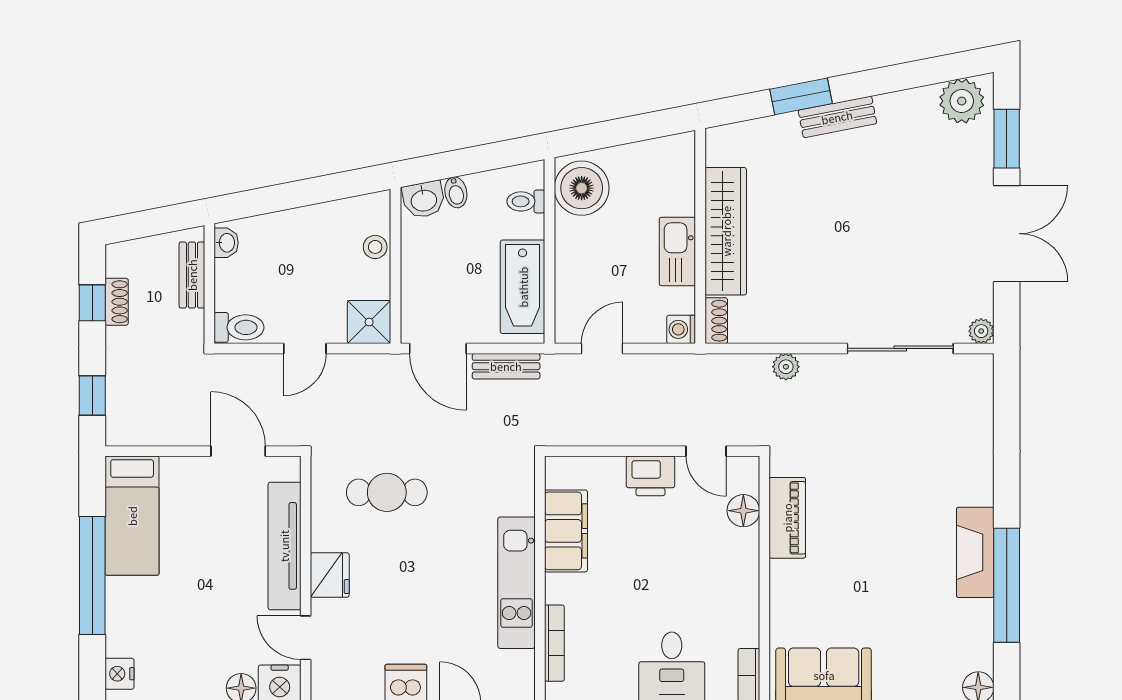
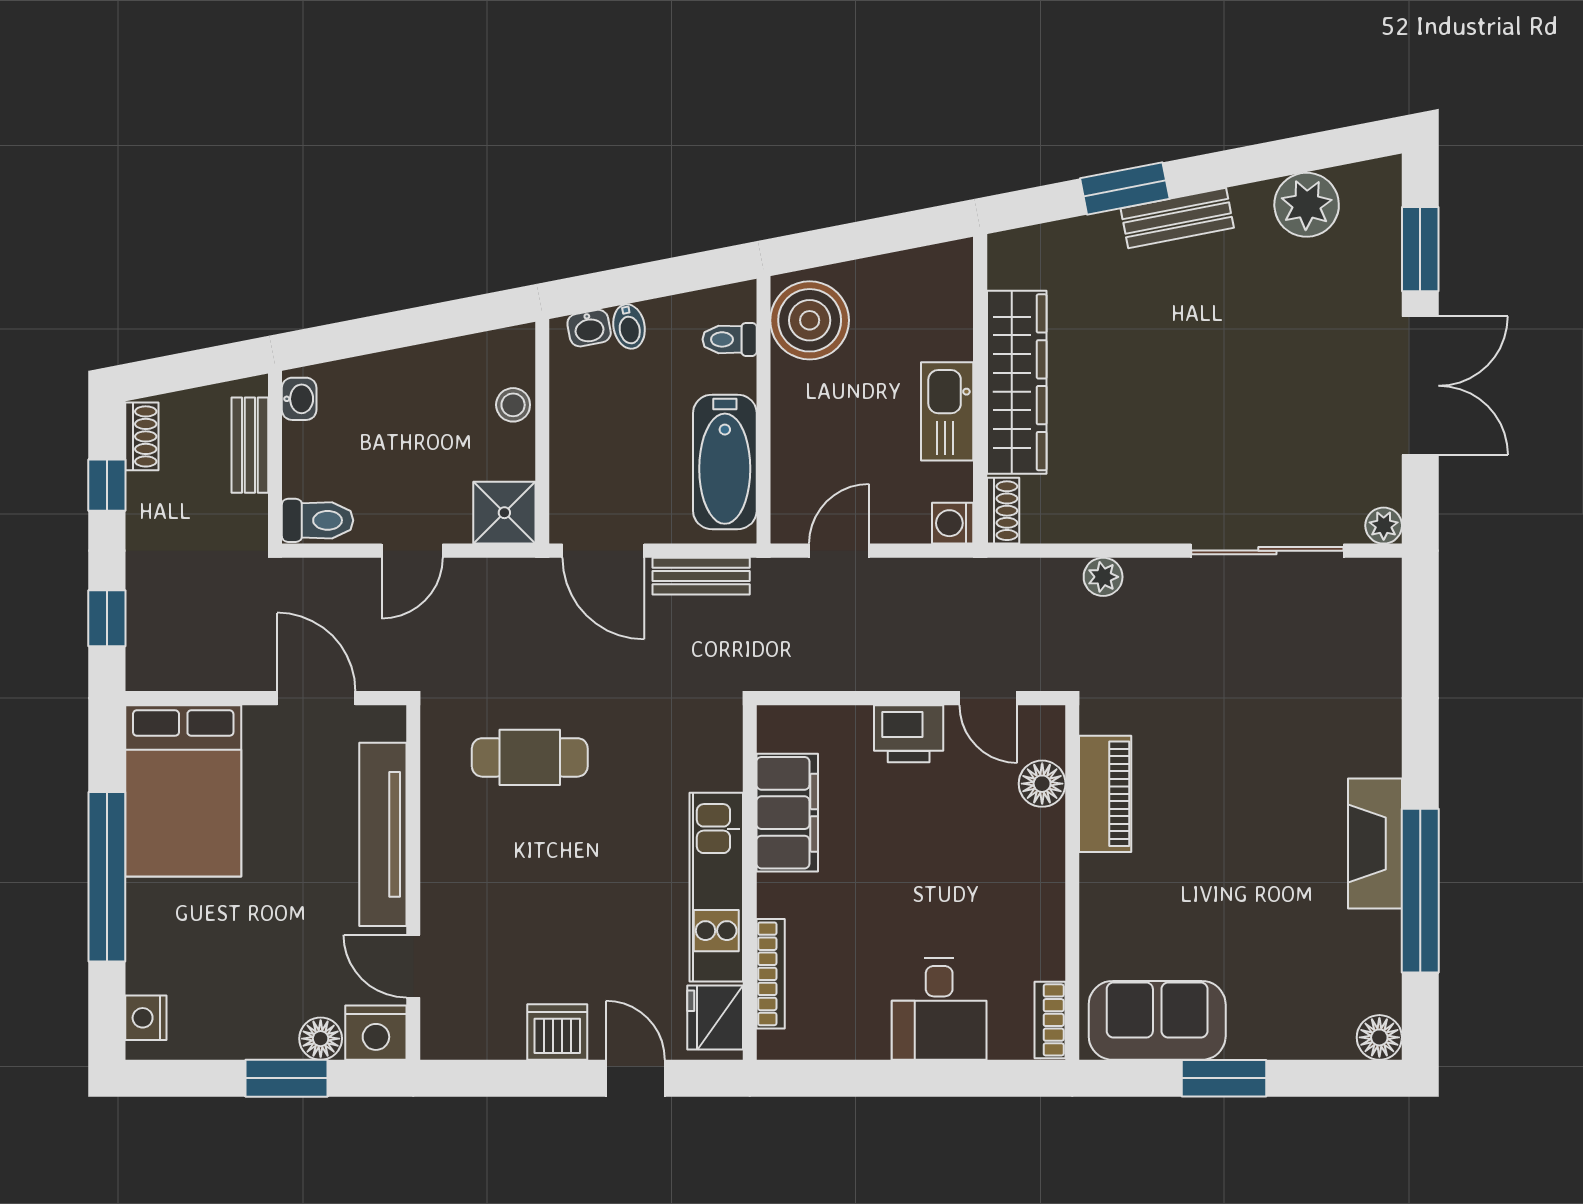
plant: (962, 101) -> (1307, 205), moved
washbasin: (424, 200) -> (589, 328), width x0.72, depth x0.69
shoe rack: (117, 302) -> (142, 436), moved
bed: (132, 516) -> (183, 791), width x1.50
fridge: (330, 575) -> (715, 1017), moved, turned 180

